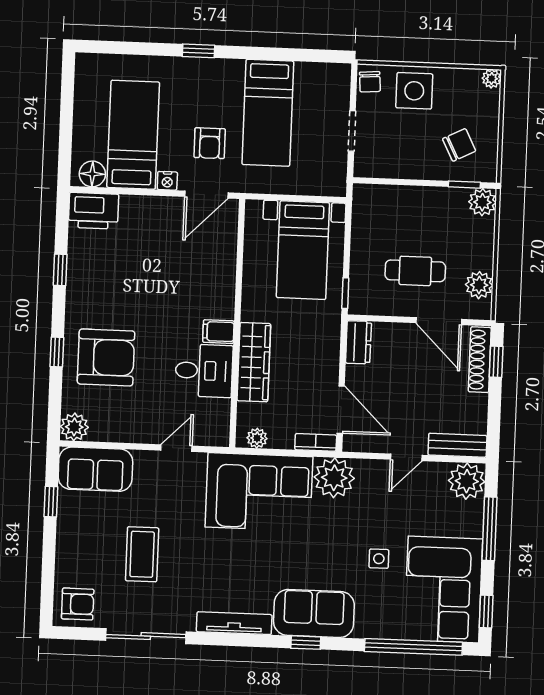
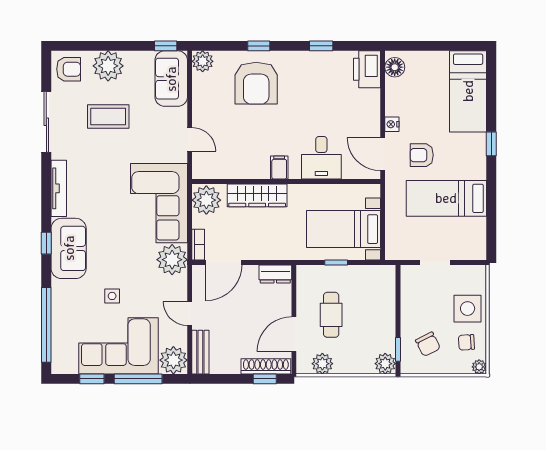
chair: (370, 82) -> (466, 342), moved
bed: (133, 135) -> (468, 91), moved, turned 90
window: (345, 293) -> (336, 263), moved
desk: (204, 371) -> (321, 158), moved
plant: (257, 438) -> (206, 200), width x1.87, depth x1.87
window: (51, 502) -> (166, 46), moved
plant: (75, 552) -> (108, 66), added
corner sofa: (443, 589) -> (119, 346), moved
armchair: (78, 604) -> (69, 69), turned -90
window: (486, 611) -> (92, 379), moved

